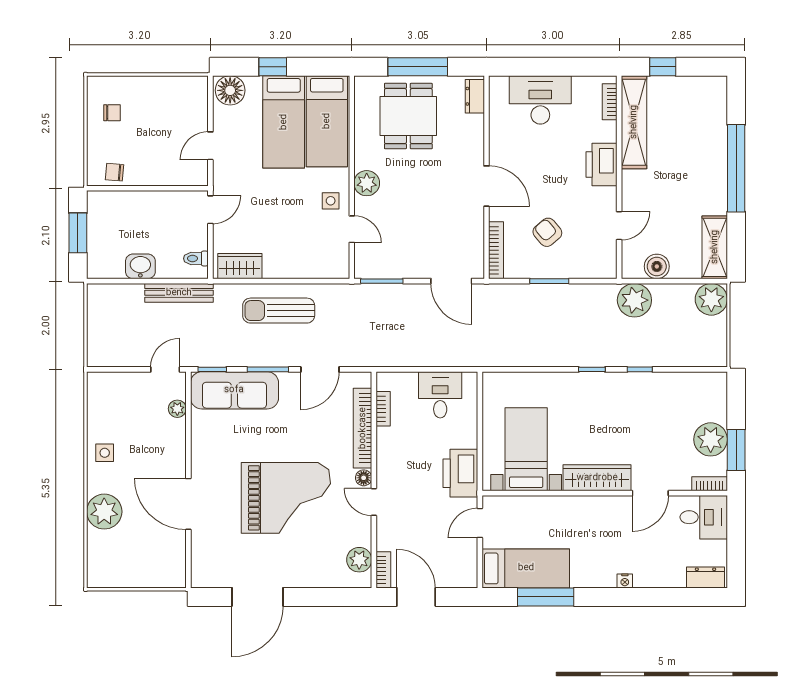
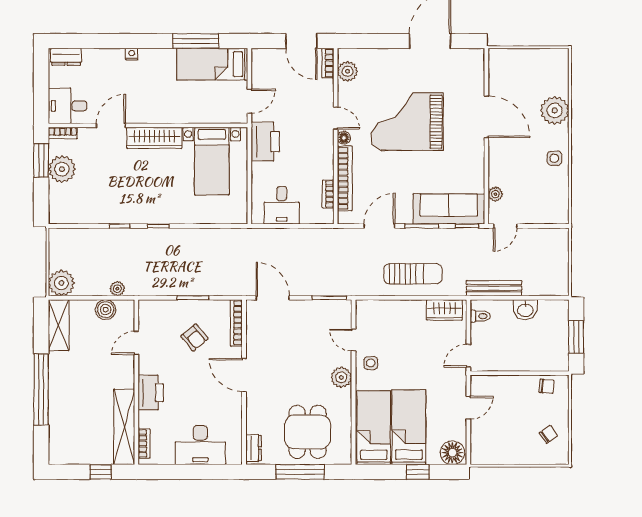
chair: (112, 113) -> (548, 435), turned 145
plant: (634, 300) -> (117, 289), width x0.53, depth x0.53

